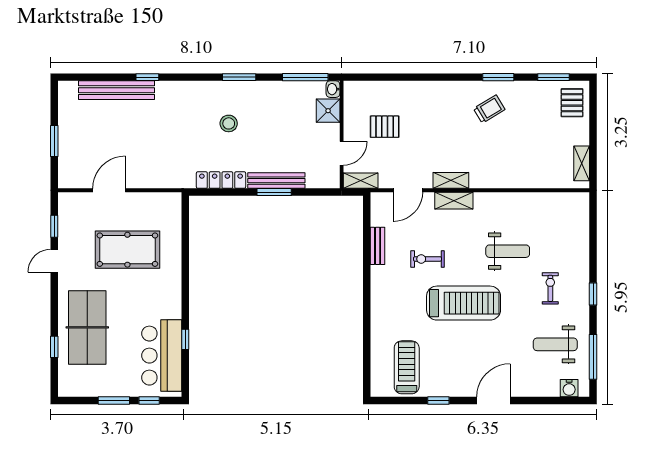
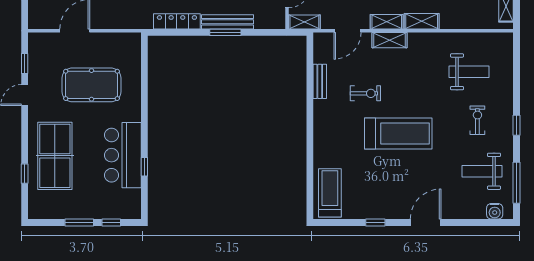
shelving: (489, 180) -> (422, 21), added
weight bench: (508, 251) -> (469, 72), moved
exercise bike: (427, 259) -> (365, 93), turned 180
bar counter: (162, 356) -> (123, 155), moved
treadmill: (407, 367) -> (330, 193), moved

